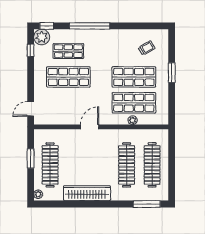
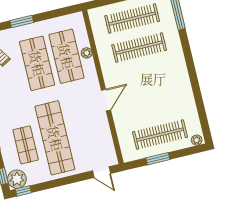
window: (31, 50) -> (23, 191), moved
shop shelf: (68, 77) -> (55, 138), width x1.40
door: (90, 127) -> (106, 100), swing flipped
wardrobe: (87, 193) -> (182, 85), removed

